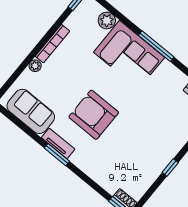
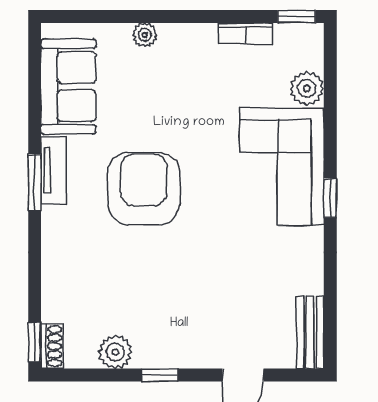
bookcase: (52, 44) -> (245, 34), moved, width x0.64
window: (156, 46) -> (330, 198), width x0.46
plant: (147, 177) -> (115, 352), added

